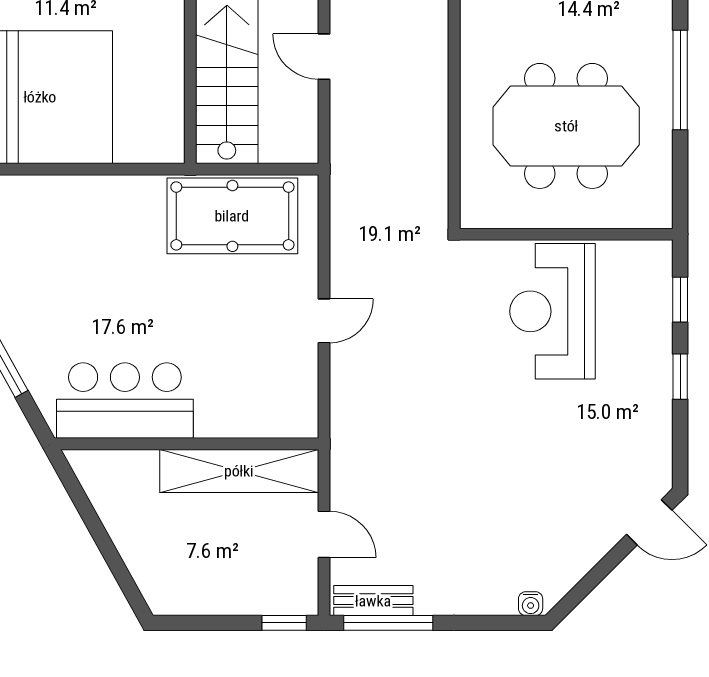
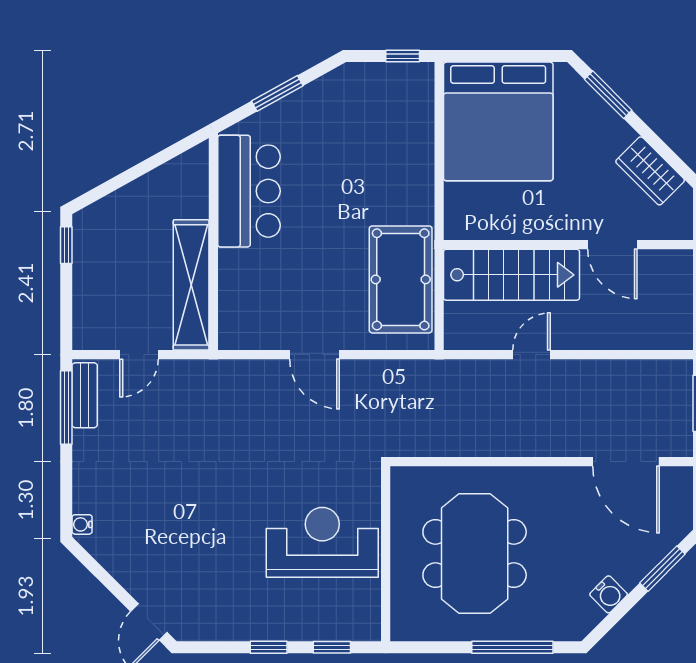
door: (324, 321) -> (314, 355), width x1.37
window: (284, 623) -> (66, 245), moved

